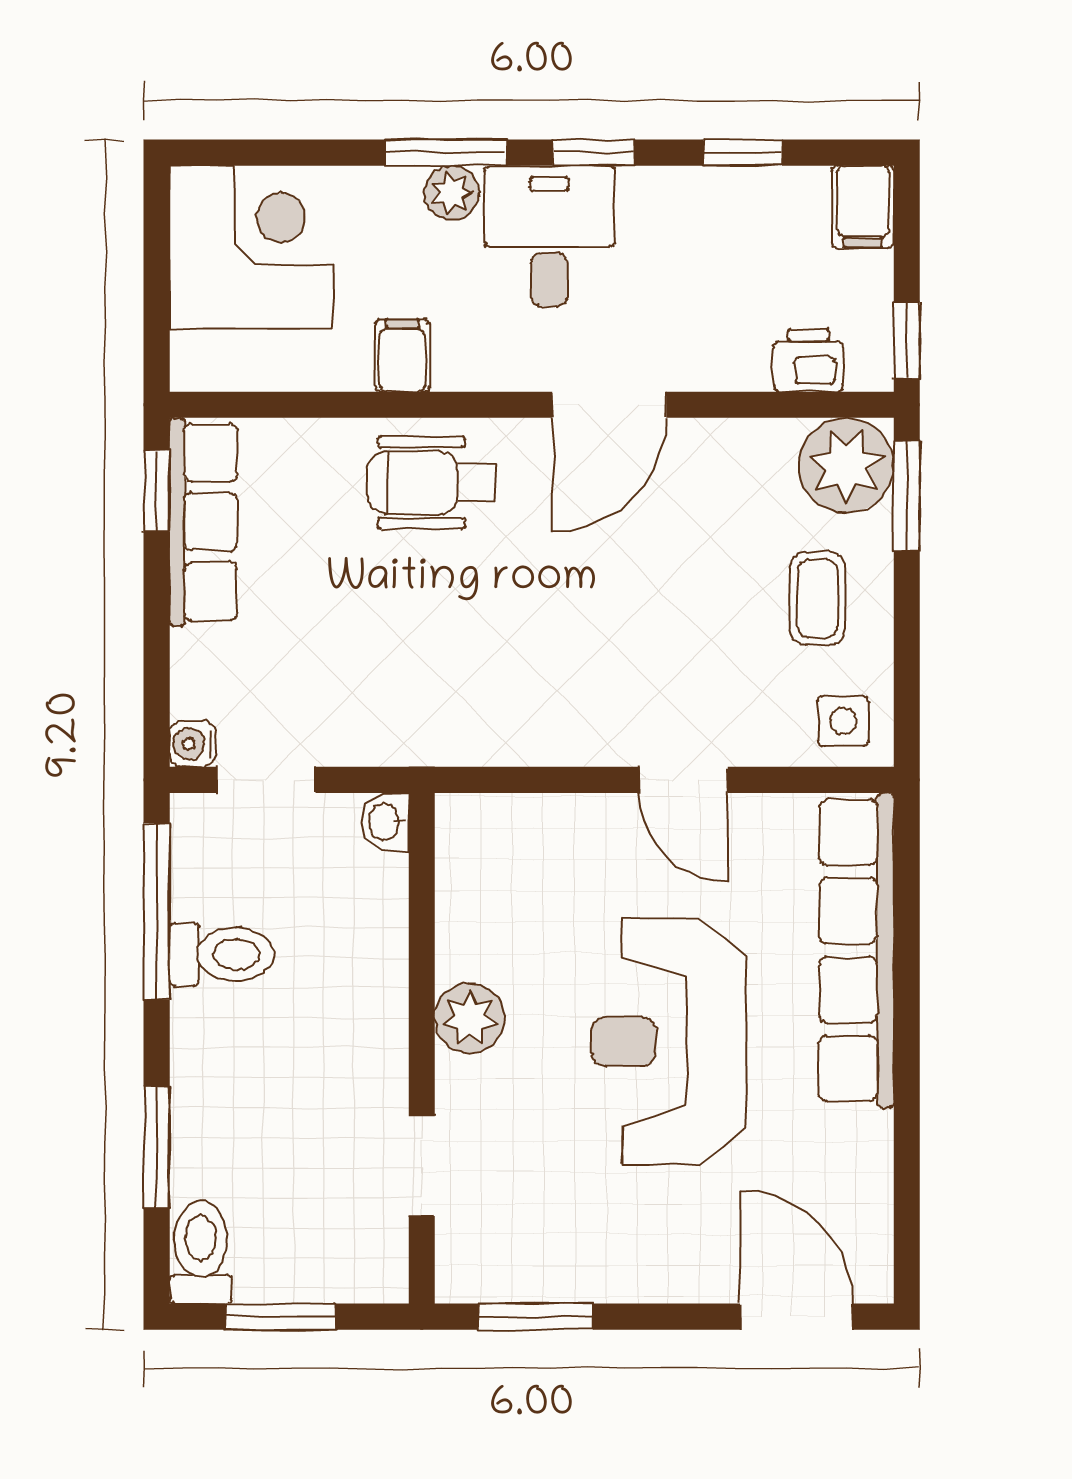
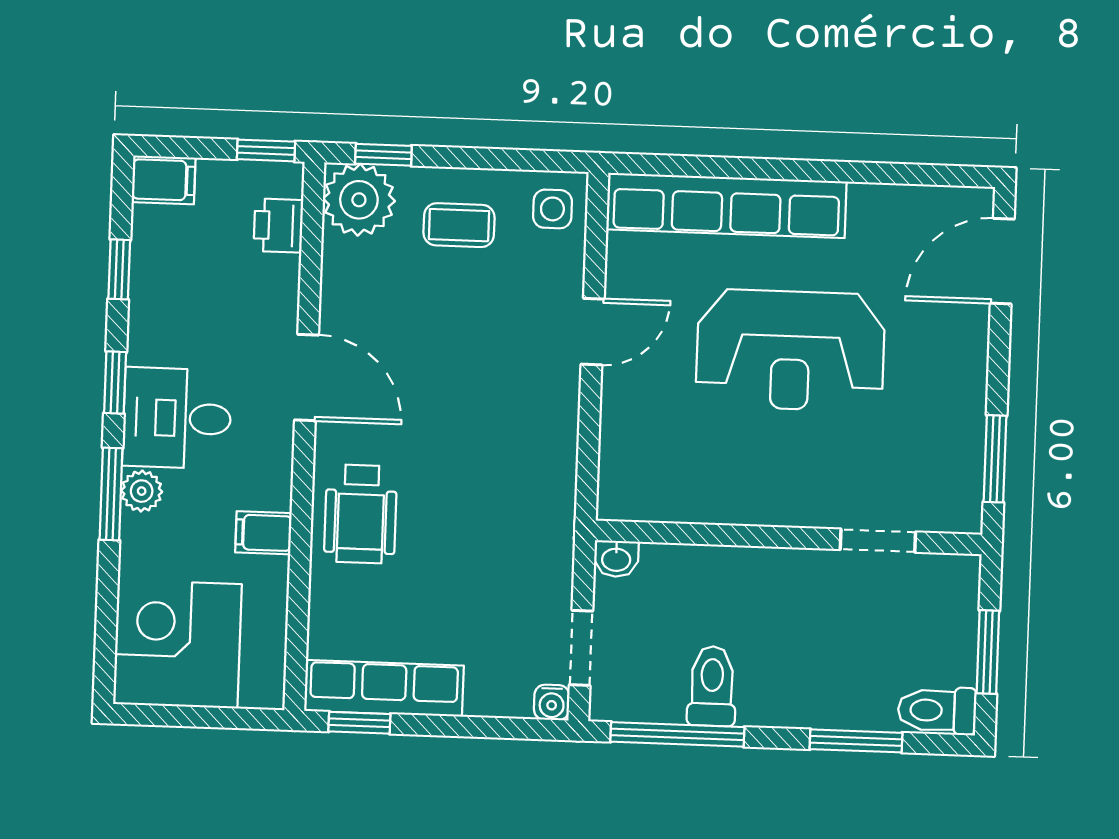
window: (907, 496) -> (383, 155), width x0.67
plant: (470, 1018) -> (767, 500), removed

